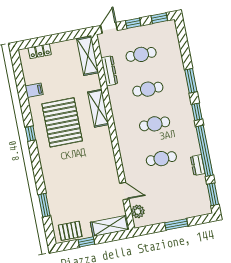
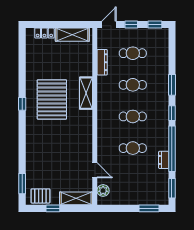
shelving: (88, 56) -> (72, 35), moved, turned 90
filing cabinet: (34, 90) -> (33, 66), removed
window: (44, 205) -> (22, 184), moved
window: (176, 224) -> (149, 208), moved

